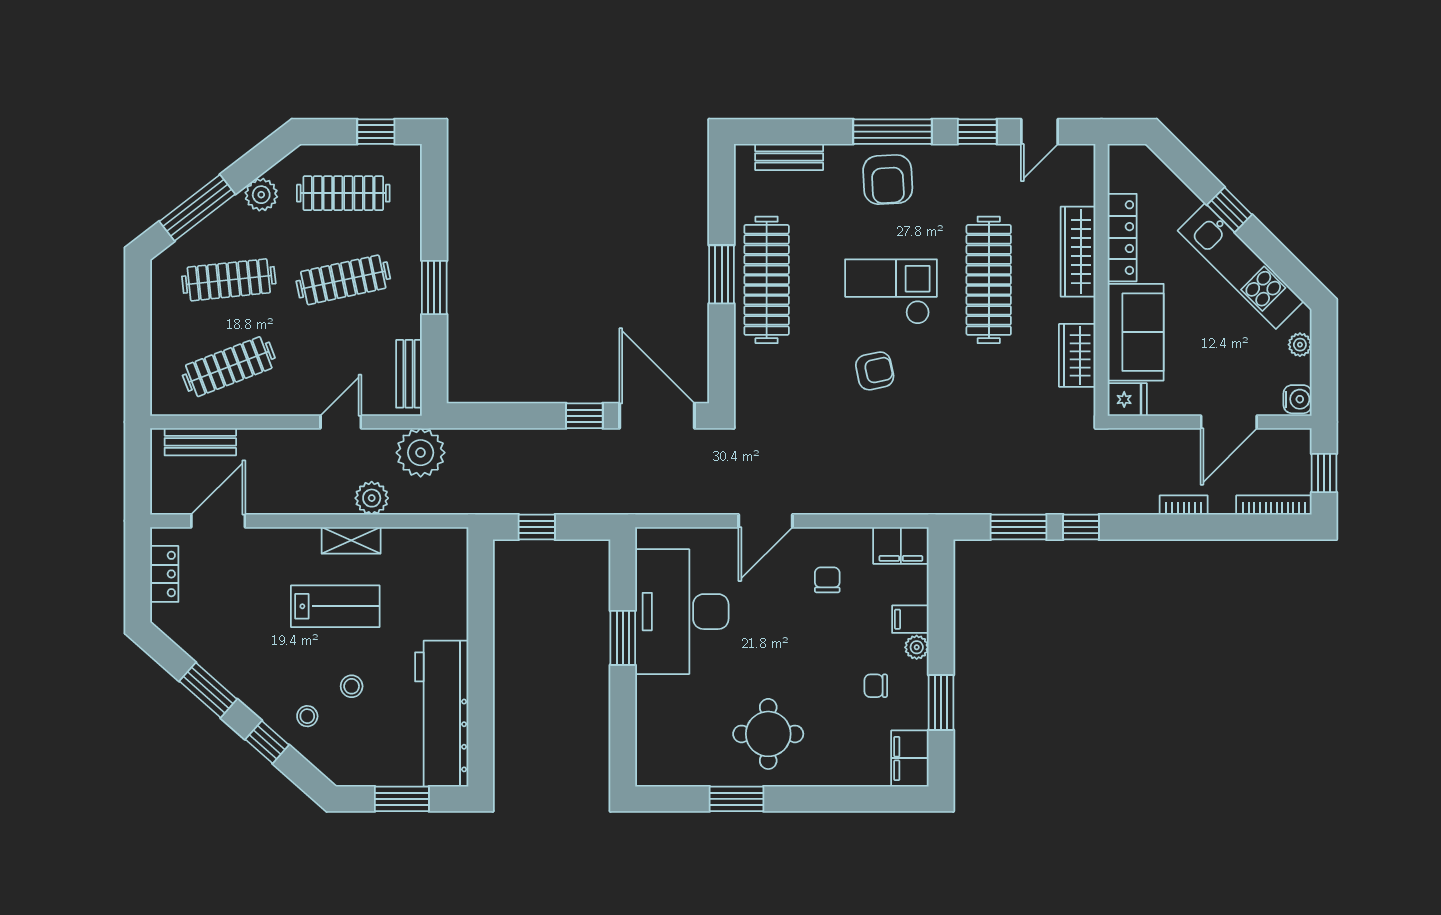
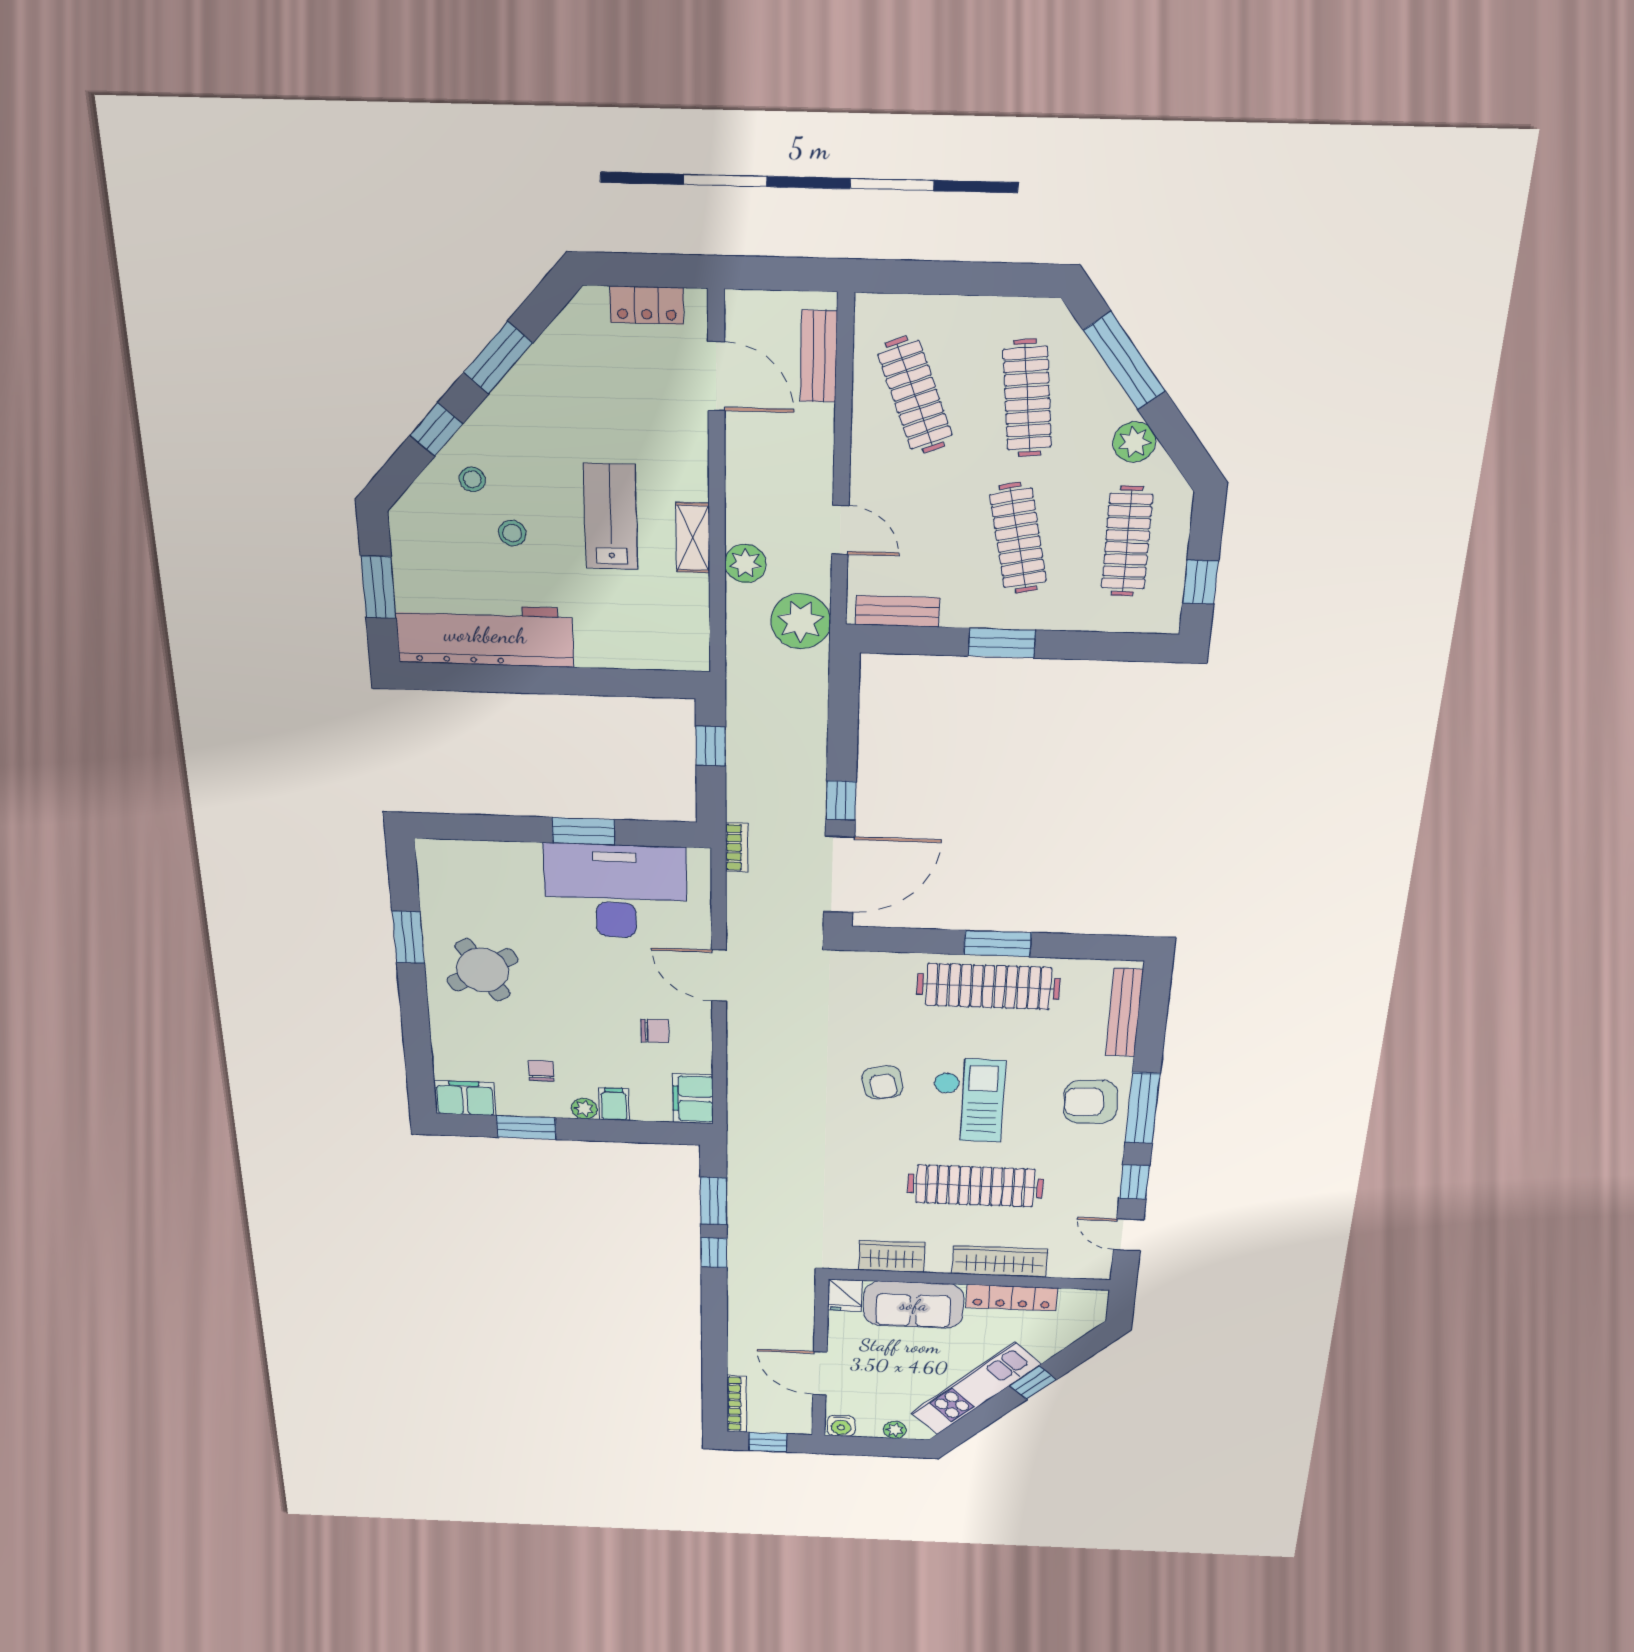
bench: (789, 157) -> (1124, 1013), width x1.36
bookcase: (1184, 505) -> (737, 847), moved
lab bench: (335, 606) -> (611, 517), turned 180
round table: (768, 734) -> (483, 970), turned -31

